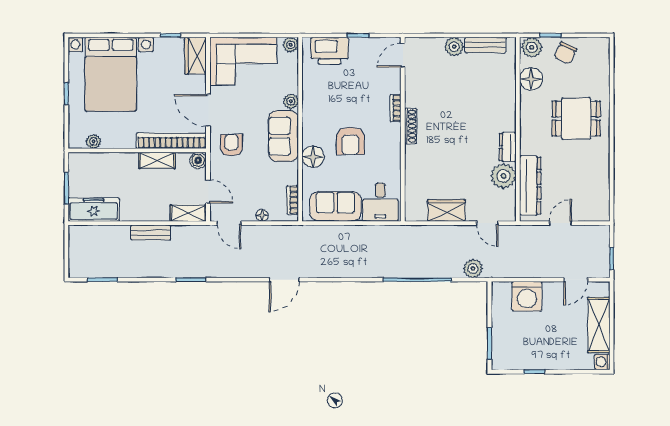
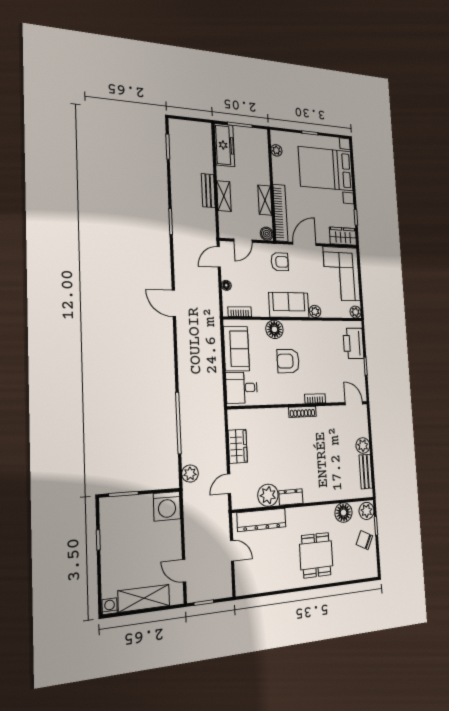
shelving: (188, 213) -> (224, 196), moved
washing machine: (527, 296) -> (167, 506), moved, turned -90

